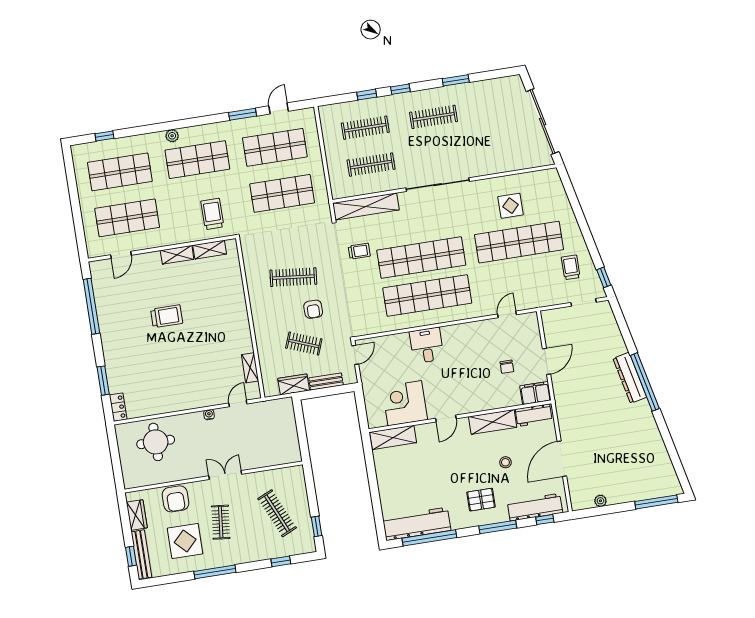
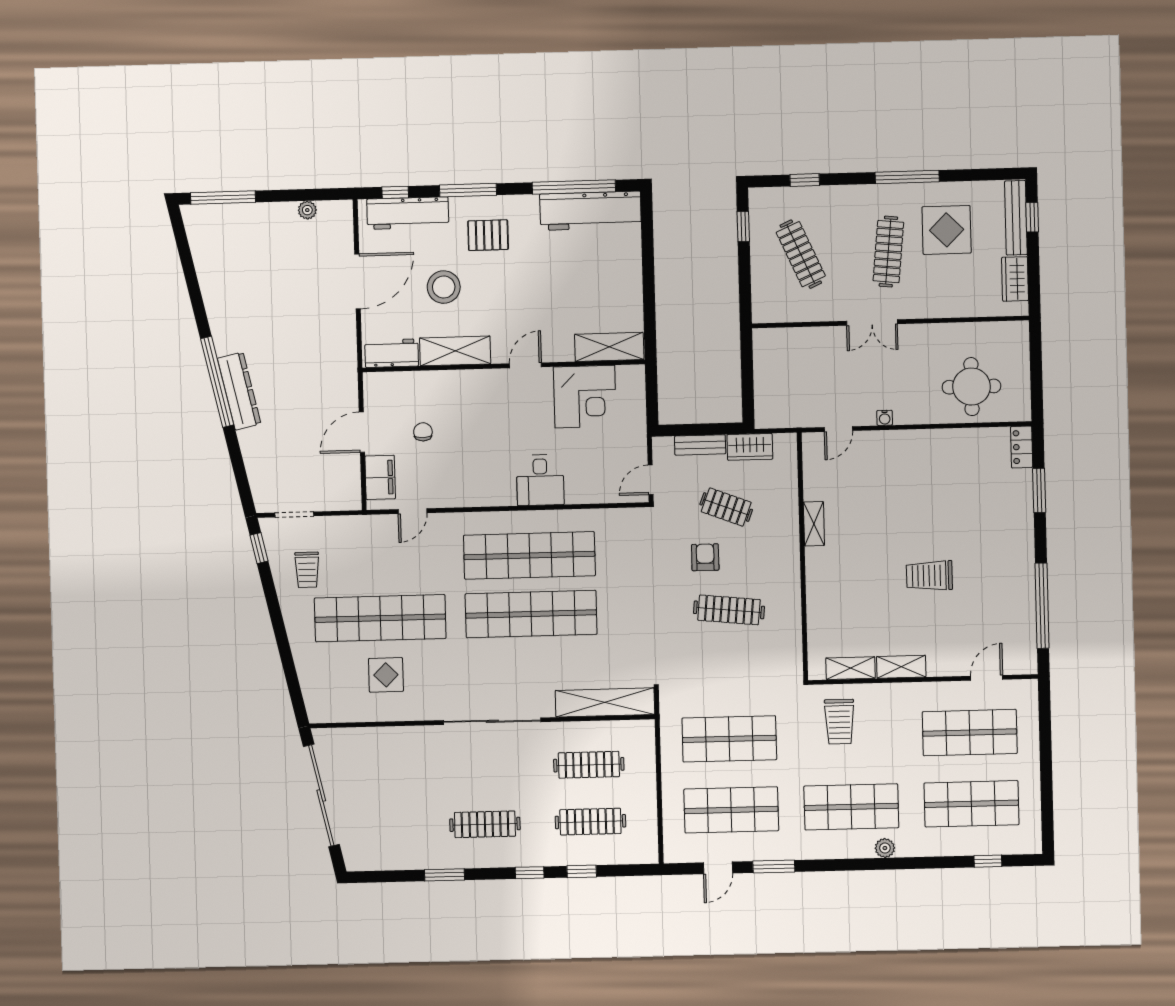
trolley: (359, 251) -> (624, 636), removed
shelving: (250, 368) -> (814, 524), moved
filing cabinet: (535, 393) -> (380, 477), moved, turned -90
stool: (505, 462) -> (444, 287), width x1.89, depth x1.89
armchair: (176, 499) -> (953, 296), removed
clothes rail: (221, 522) -> (888, 252), width x1.36

